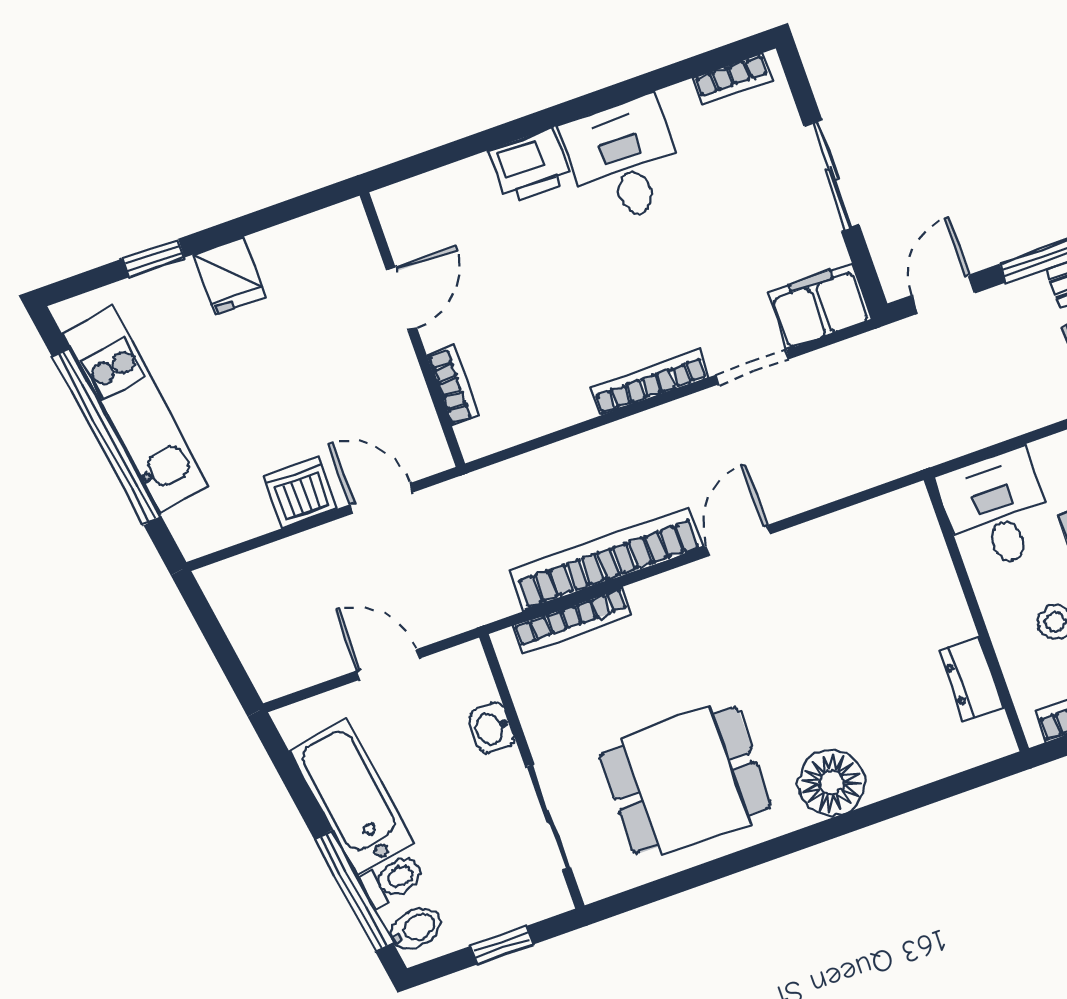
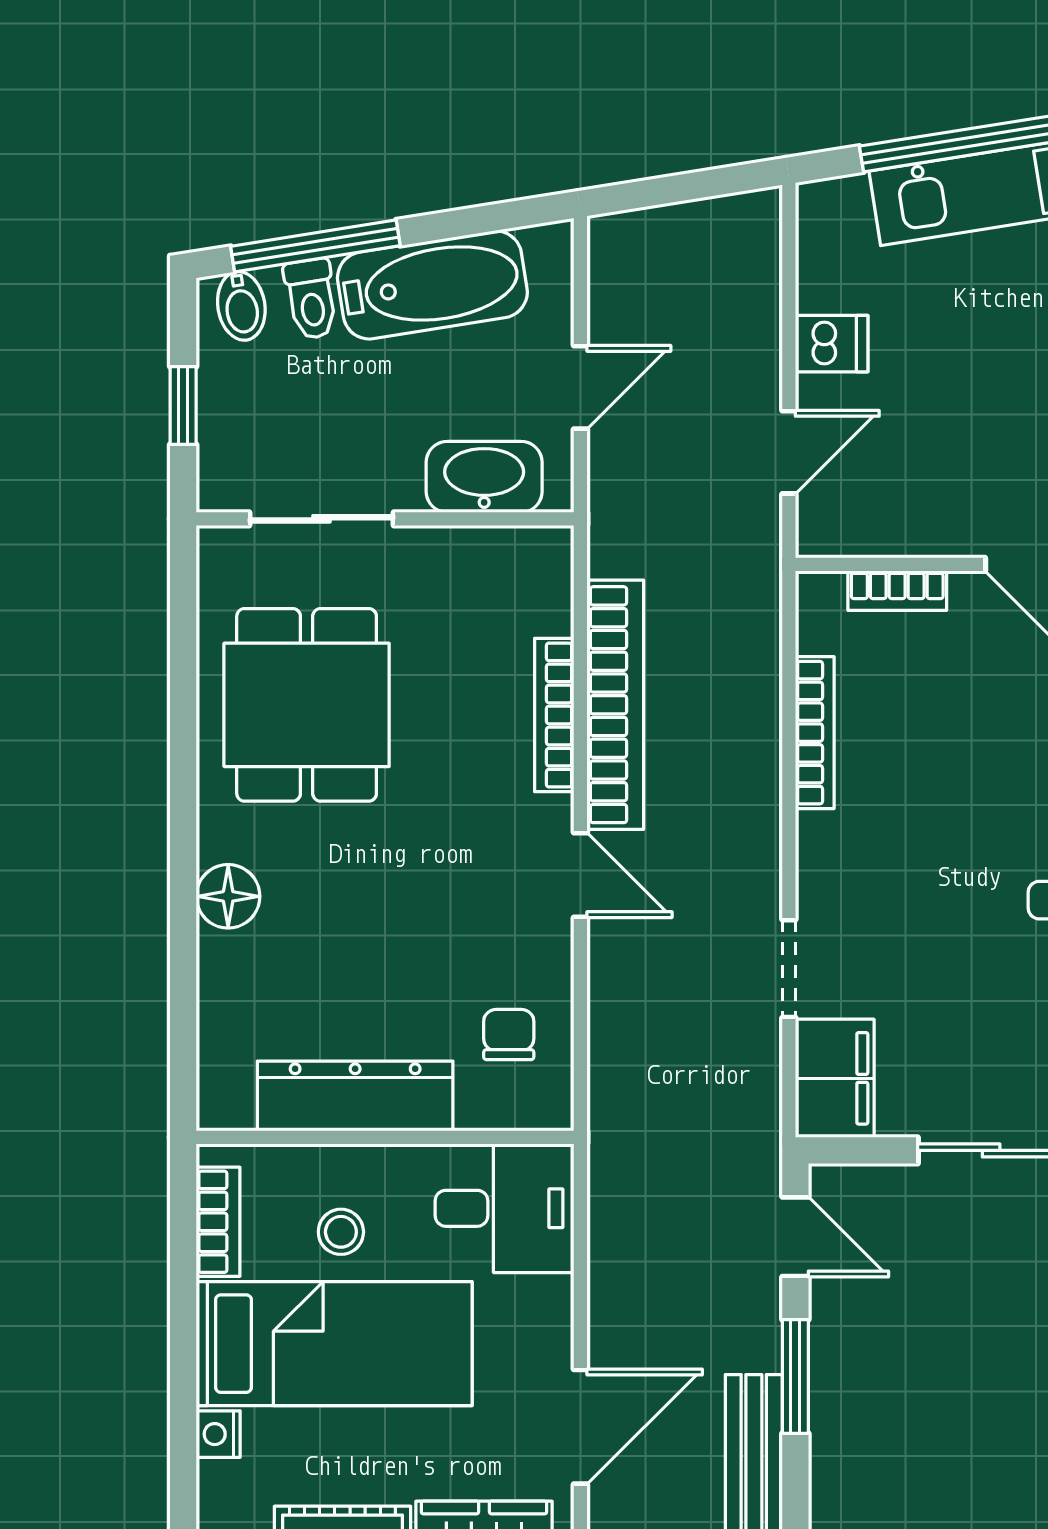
bookcase: (650, 382) -> (815, 733), moved
dishwasher: (300, 493) -> (832, 344), width x0.73
chair: (871, 551) -> (509, 1035), added
bookcase: (572, 620) -> (554, 715), moved
dresser: (971, 679) -> (355, 1096), width x1.96, depth x1.24
washbasin: (492, 728) -> (484, 477), width x1.91, depth x1.45
floor lamp: (831, 783) -> (228, 896), width x0.73, depth x0.73

